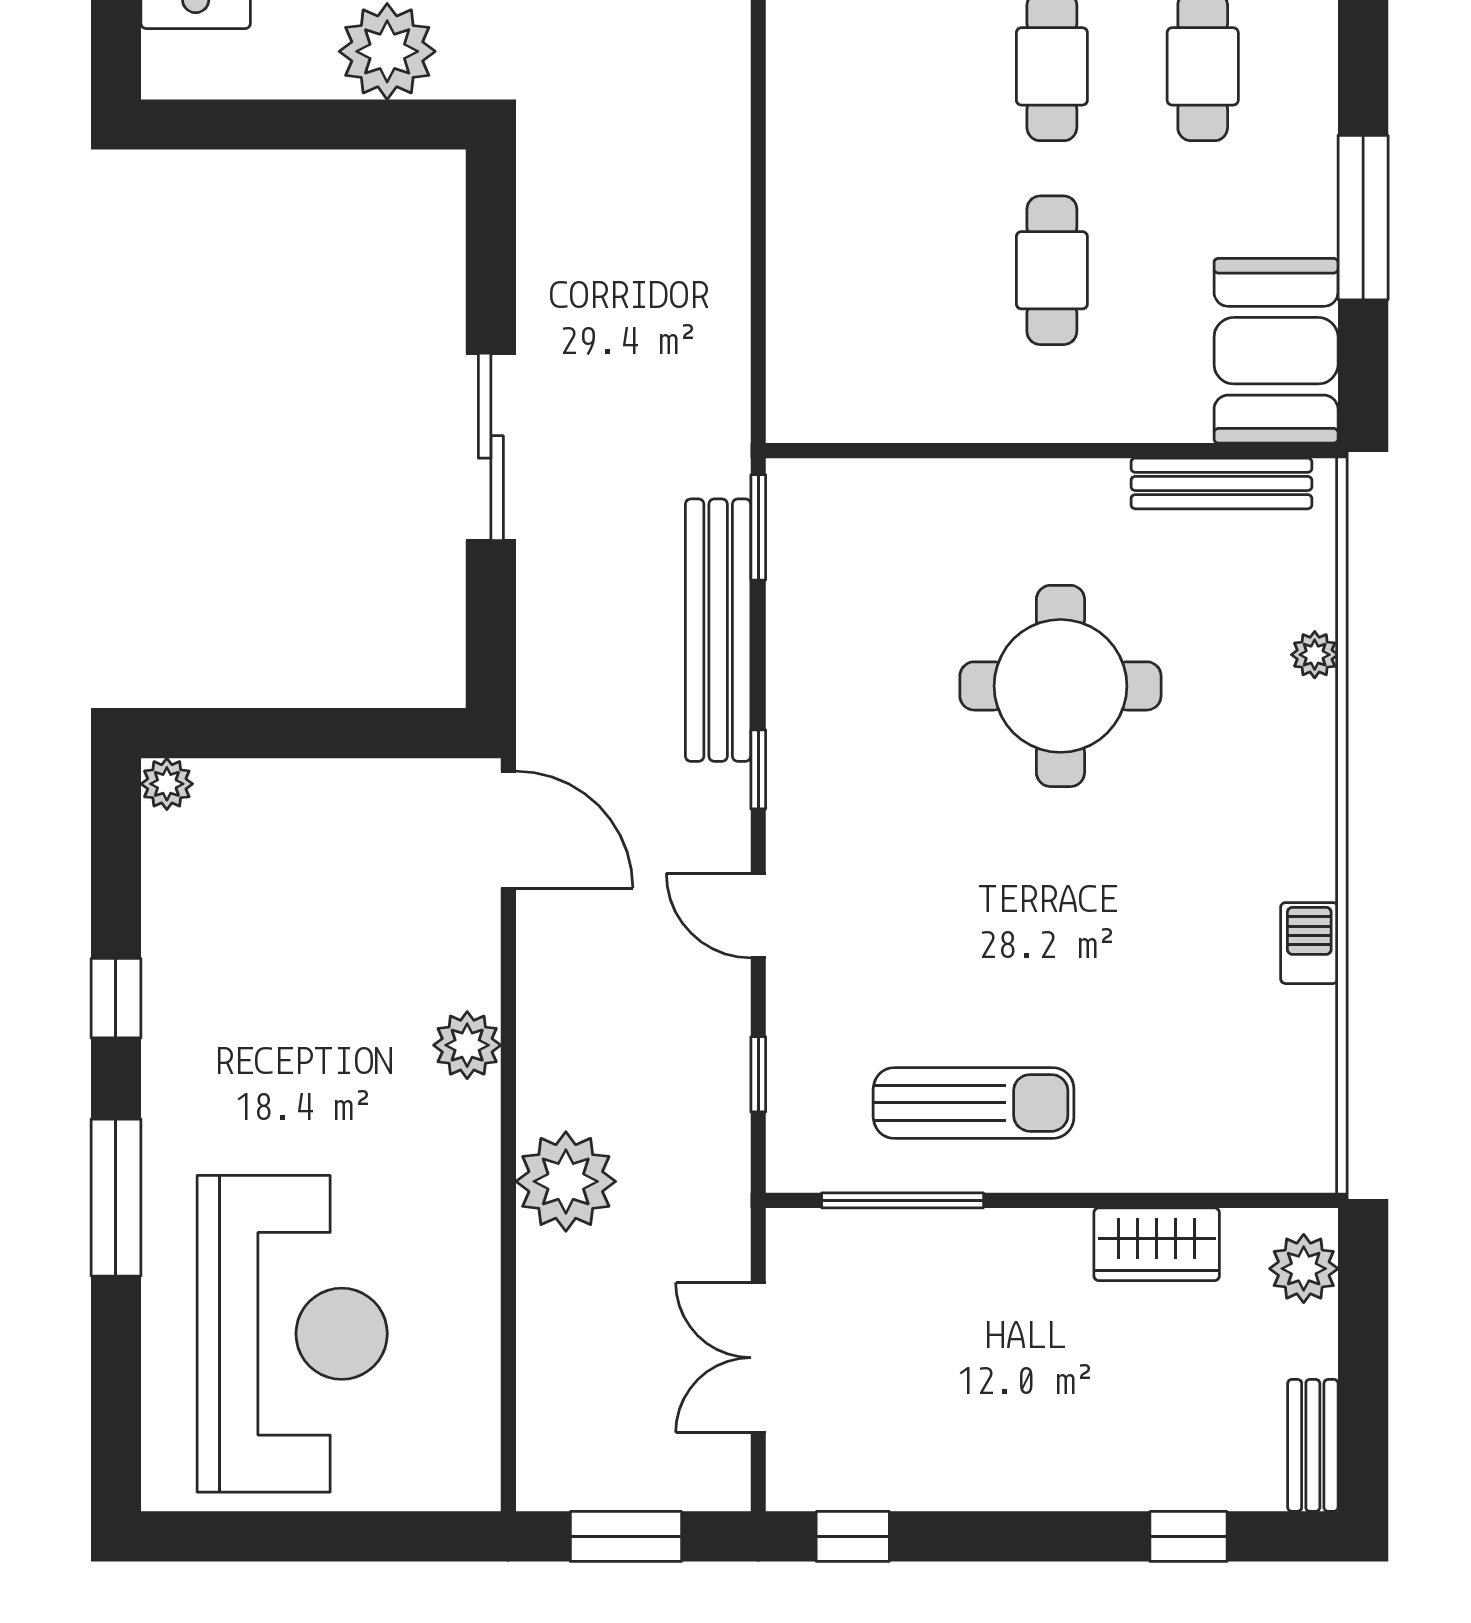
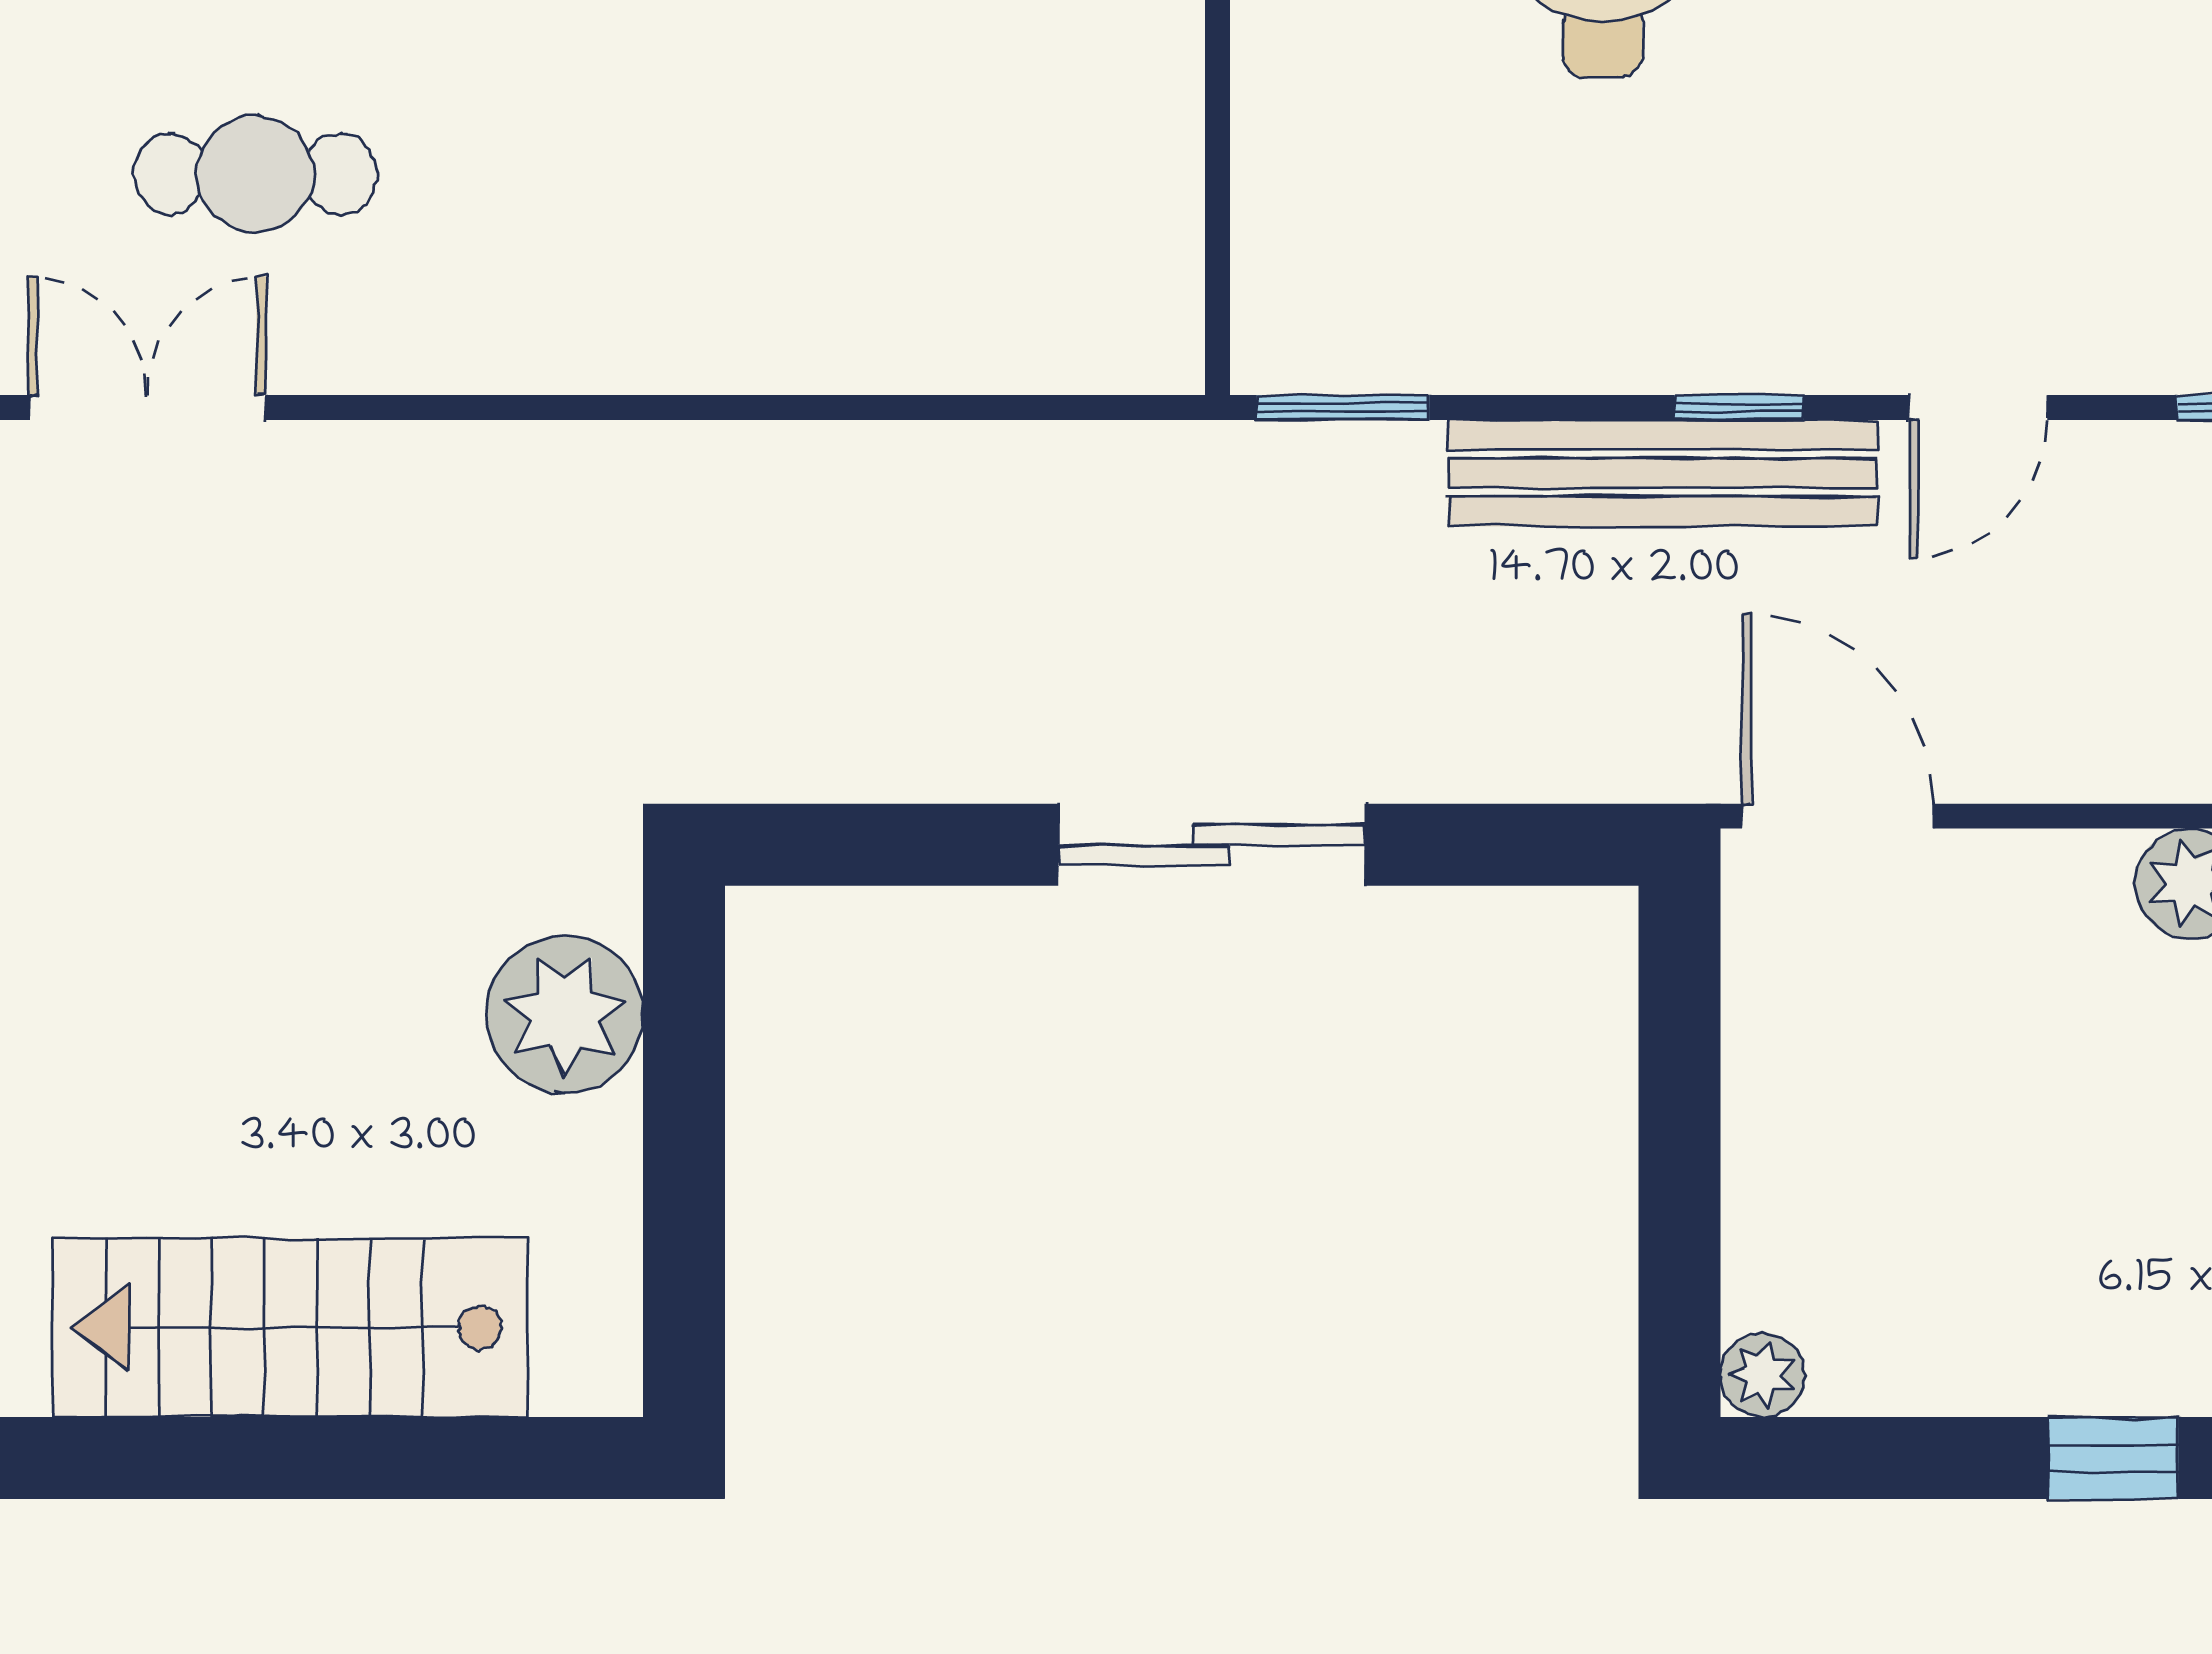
bench: (718, 630) -> (1663, 473), moved
door: (508, 830) -> (1837, 816), hinge flipped

